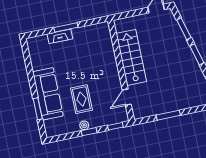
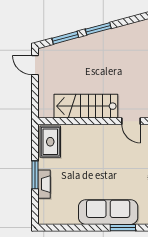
rug: (81, 99) -> (50, 142), moved, turned 90

